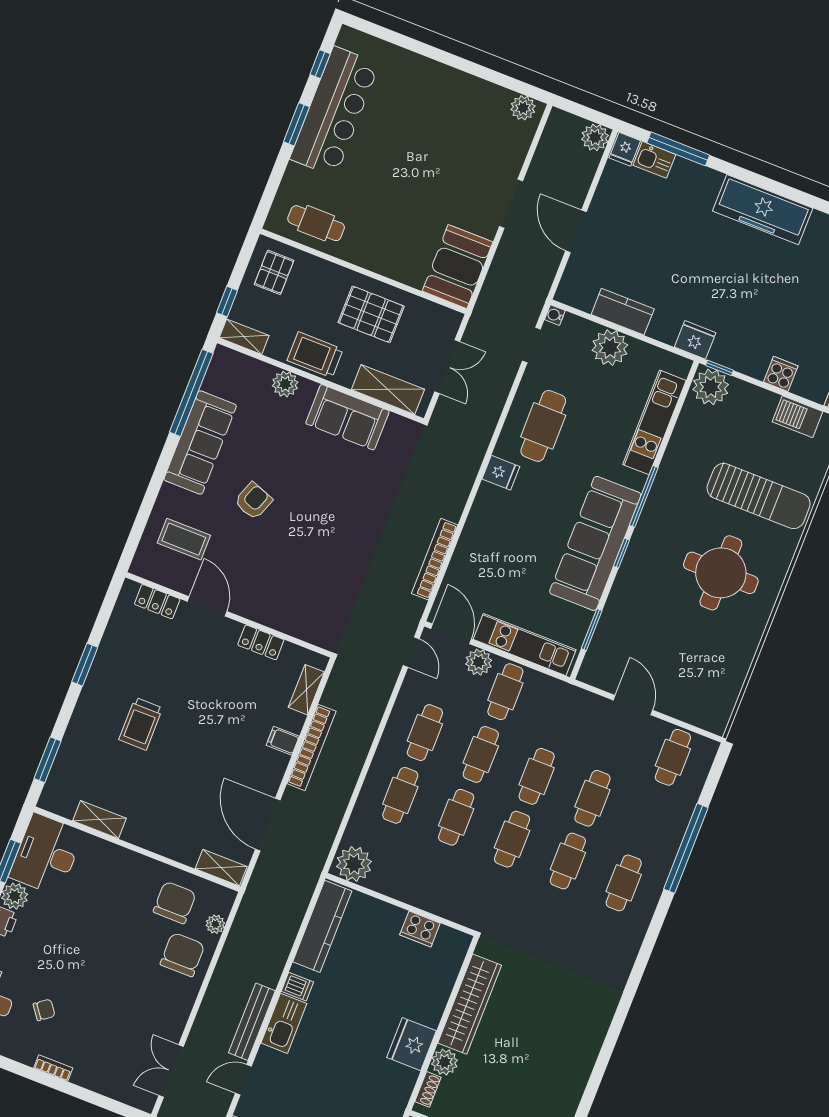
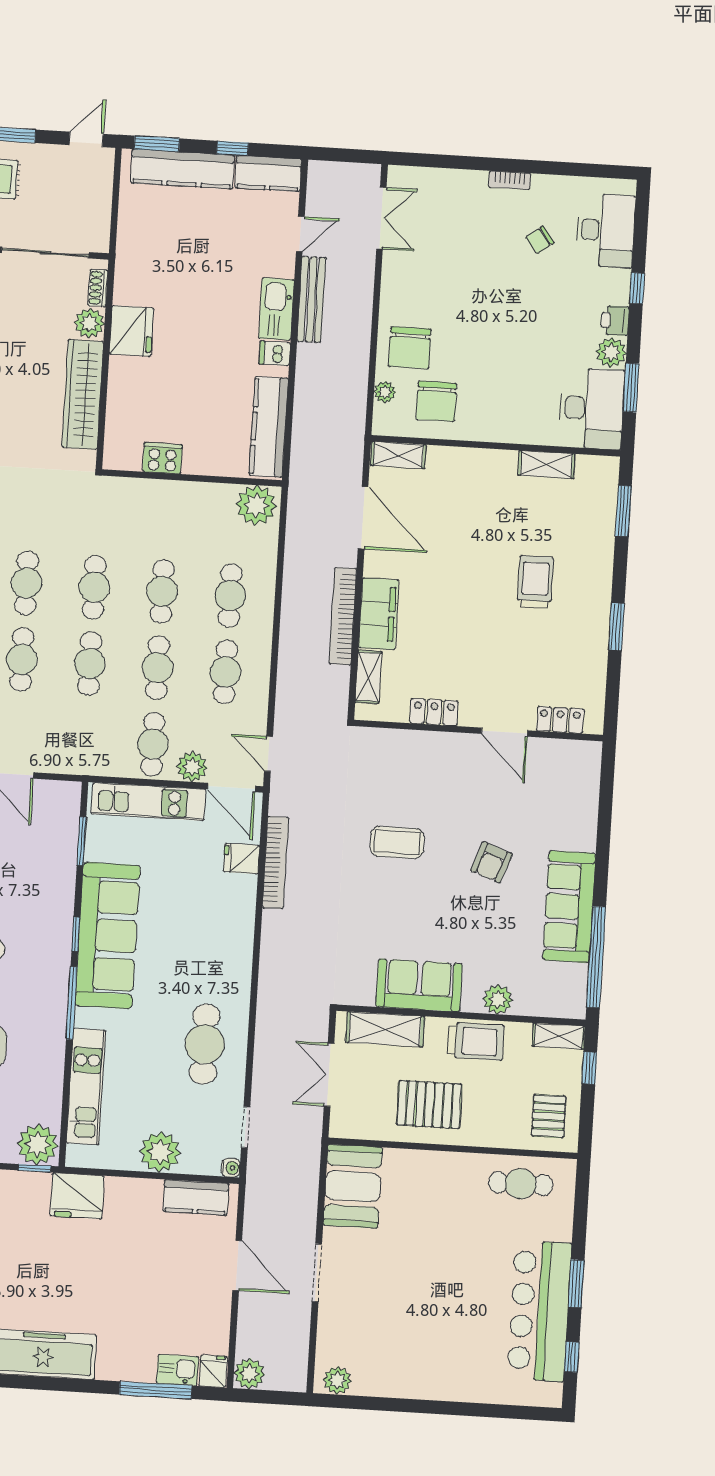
kitchen counter: (623, 312) -> (196, 1197), moved
fridge: (695, 340) -> (77, 1196), width x1.36, depth x1.34
fridge: (501, 473) -> (241, 859), moved
coffee table: (184, 539) -> (397, 842), moved
filing cabinet: (283, 741) -> (379, 614), width x3.00, depth x1.17

